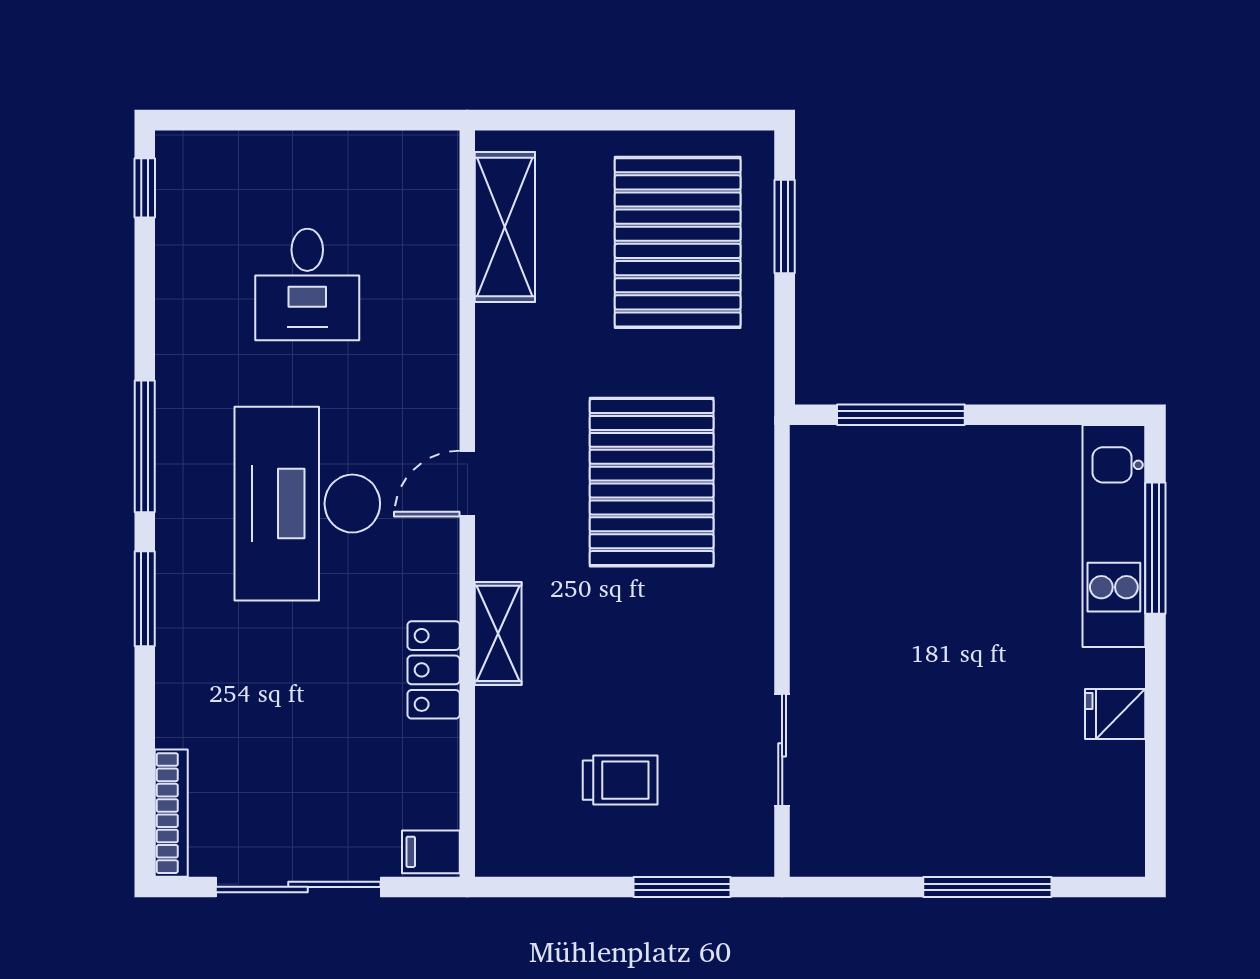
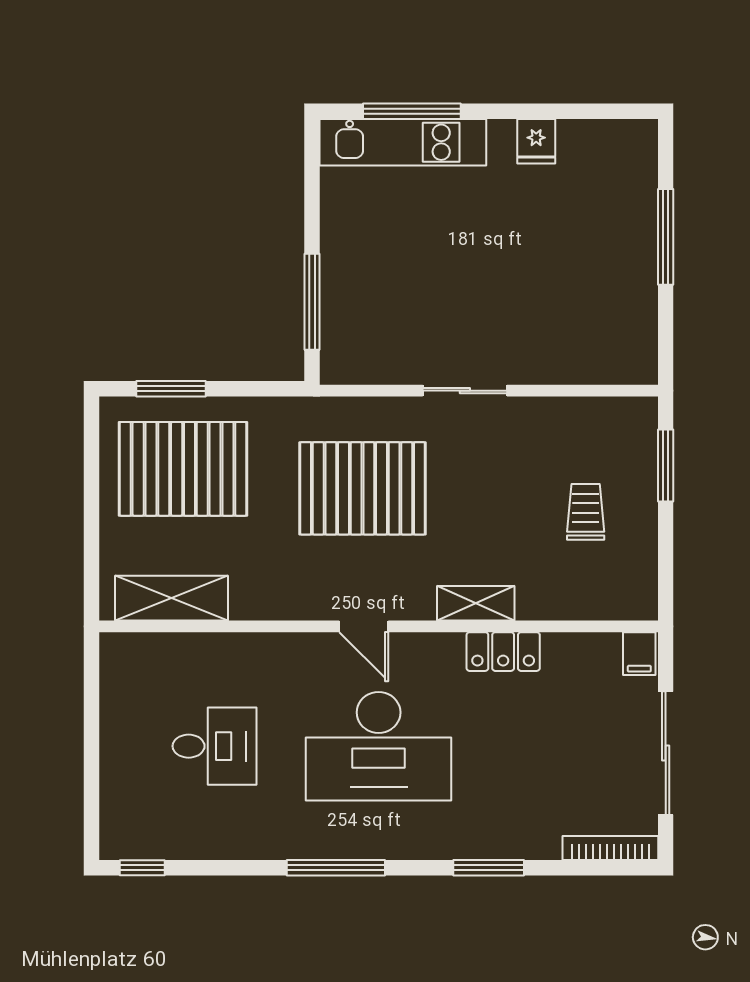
window: (145, 599) -> (489, 868), moved
sliding door: (782, 750) -> (465, 391), moved

